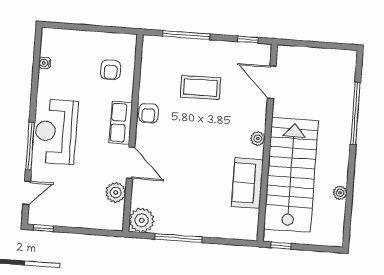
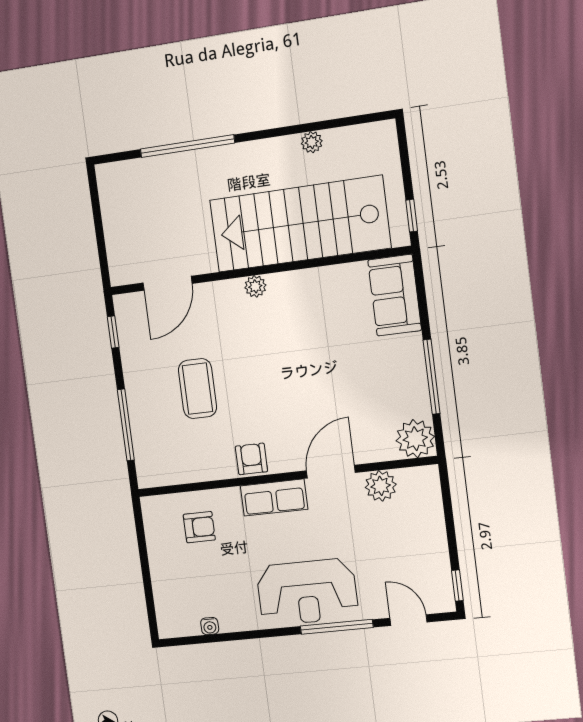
armchair: (148, 113) -> (251, 459), turned -90
sofa: (247, 183) -> (395, 295), moved, turned 90

